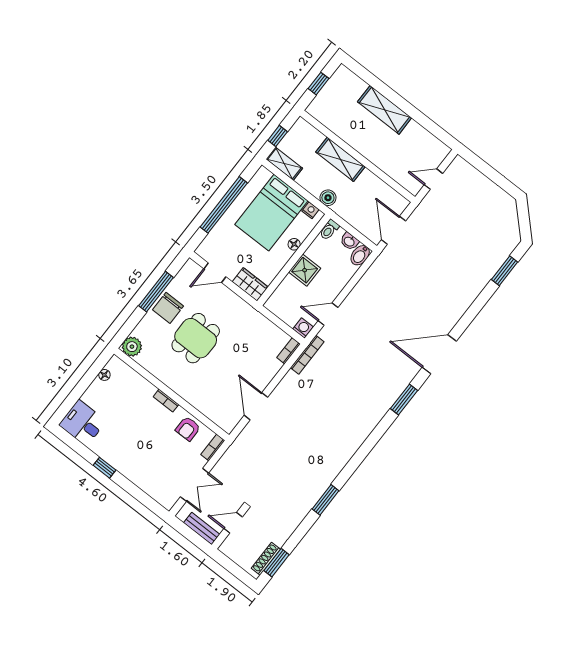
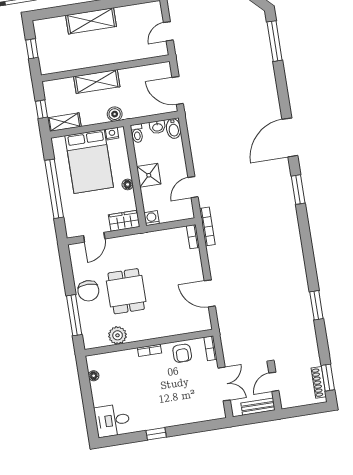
floor lamp: (294, 244) -> (128, 184), moved
window: (505, 271) -> (275, 41), width x1.44
window: (156, 292) -> (74, 315), moved
washing machine: (303, 328) -> (152, 218), moved
plant: (132, 347) -> (118, 335), moved

